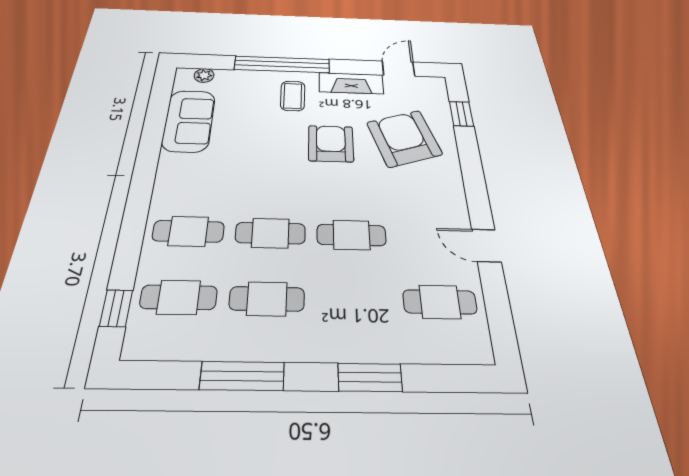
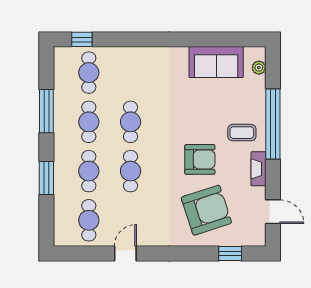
fireplace: (351, 83) -> (259, 169), width x0.73, depth x0.76
cafe table: (188, 231) -> (89, 171), moved

